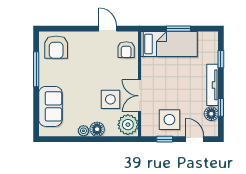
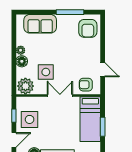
door: (108, 29) -> (103, 70), hinge flipped
armchair: (56, 47) -> (88, 28), turned -90
double door: (140, 96) -> (60, 95), moved

